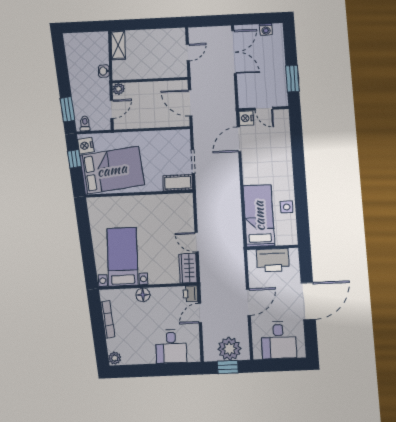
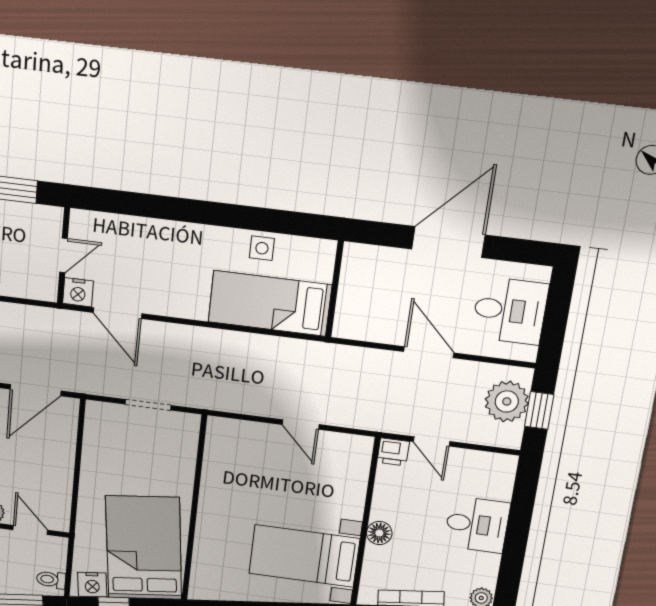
cot: (178, 183) -> (184, 438), removed
door: (197, 242) -> (301, 425), hinge flipped
printer: (273, 260) -> (359, 293), removed
wardrobe: (188, 268) -> (346, 448), removed
door: (308, 301) -> (448, 242), hinge flipped
desk: (171, 346) -> (477, 525), moved

